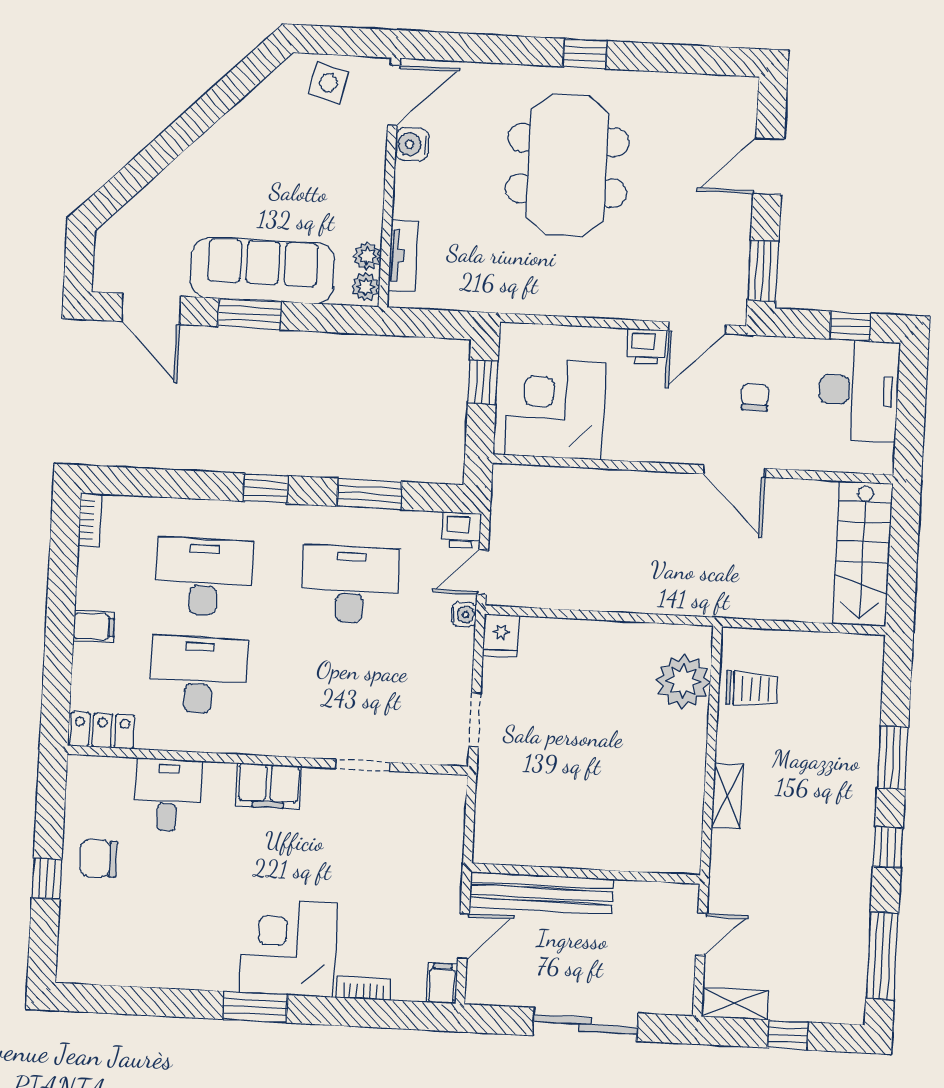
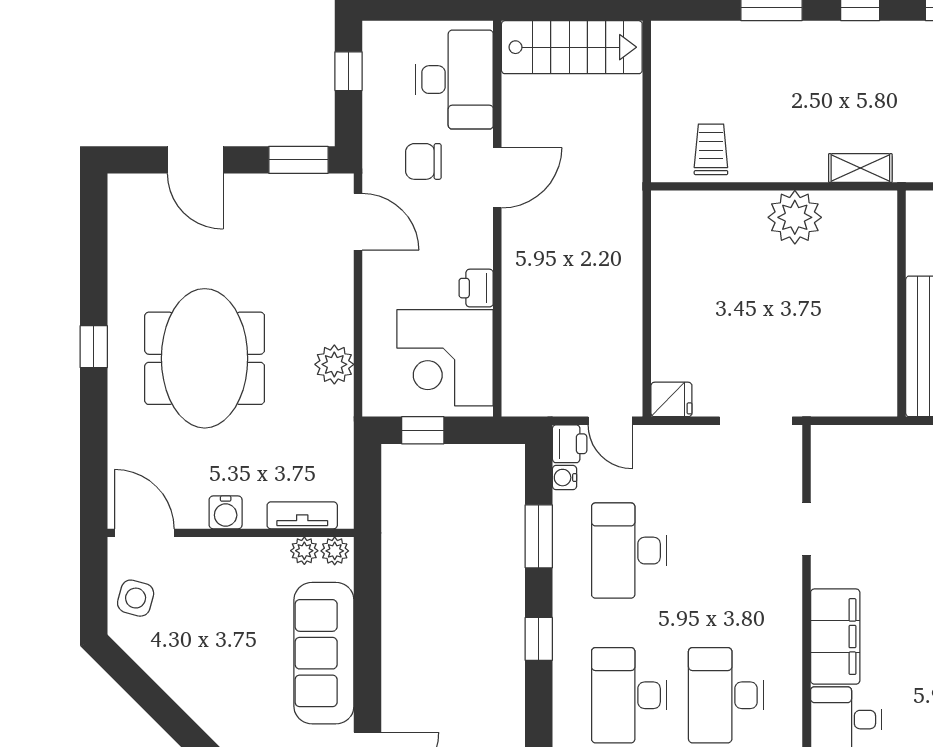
water cooler: (412, 144) -> (226, 512), moved
meeting table: (567, 165) -> (205, 358), turned 90
plant: (554, 296) -> (334, 364), added
window: (250, 314) -> (368, 664), removed
printer: (647, 347) -> (476, 288), moved, turned 180
desk: (859, 391) -> (454, 80), moved, turned 90
chair: (755, 397) -> (423, 161), width x1.37, depth x1.37
water cooler: (464, 614) -> (564, 478), moved, turned -90
plant: (683, 681) -> (795, 217), moved
doorway: (475, 720) -> (756, 421), width x1.38
filing cabinet: (269, 786) -> (835, 637), width x1.50, depth x1.17
shelving: (727, 796) -> (860, 168), moved

